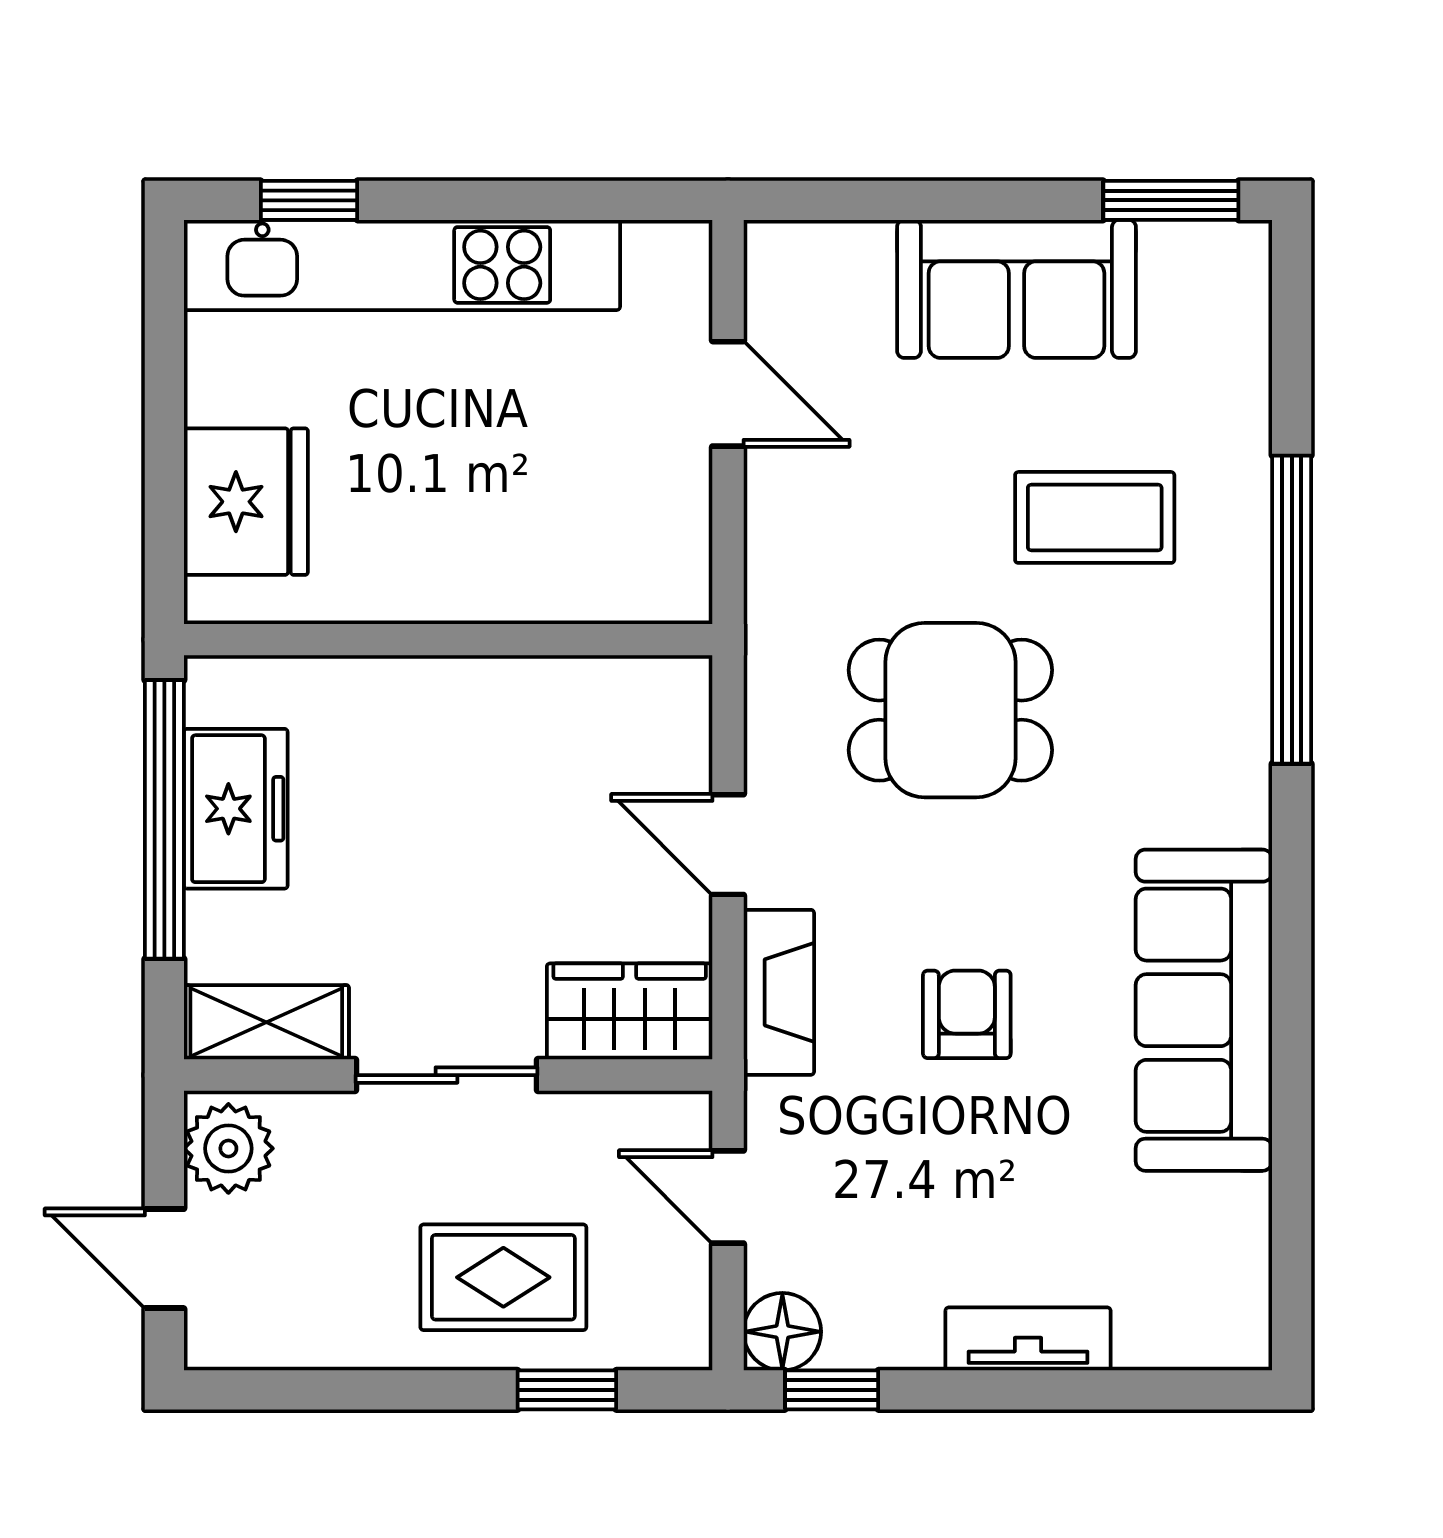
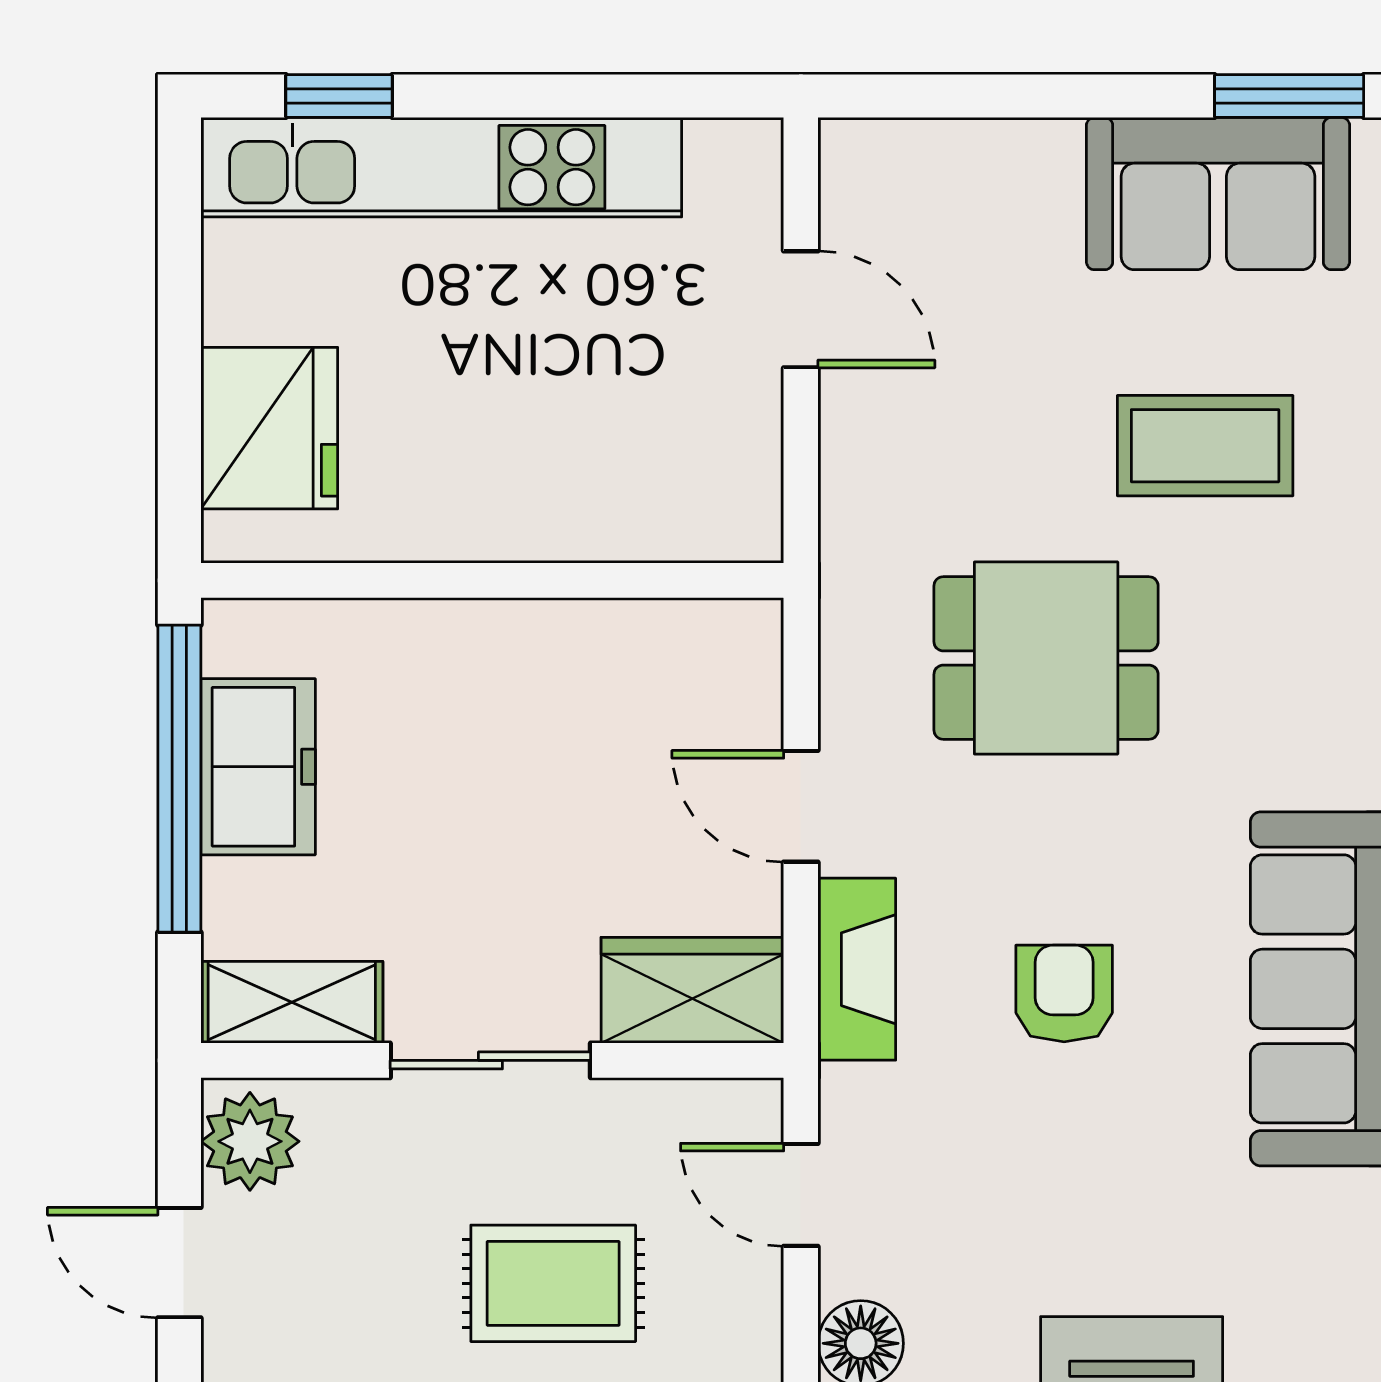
sofa: (1016, 289) -> (1218, 194), moved

